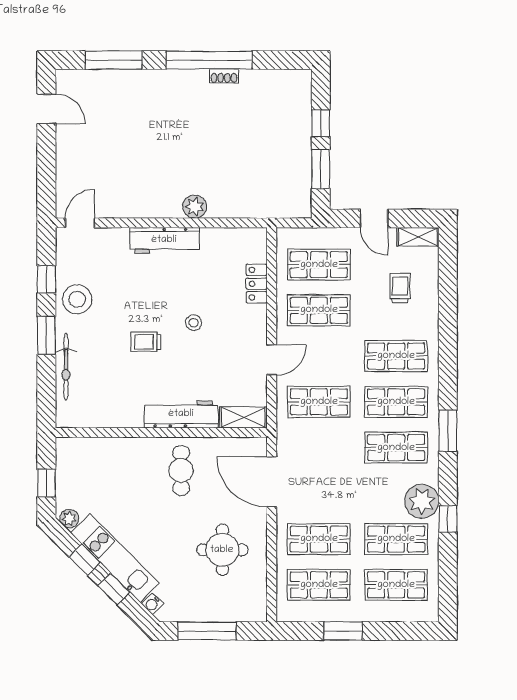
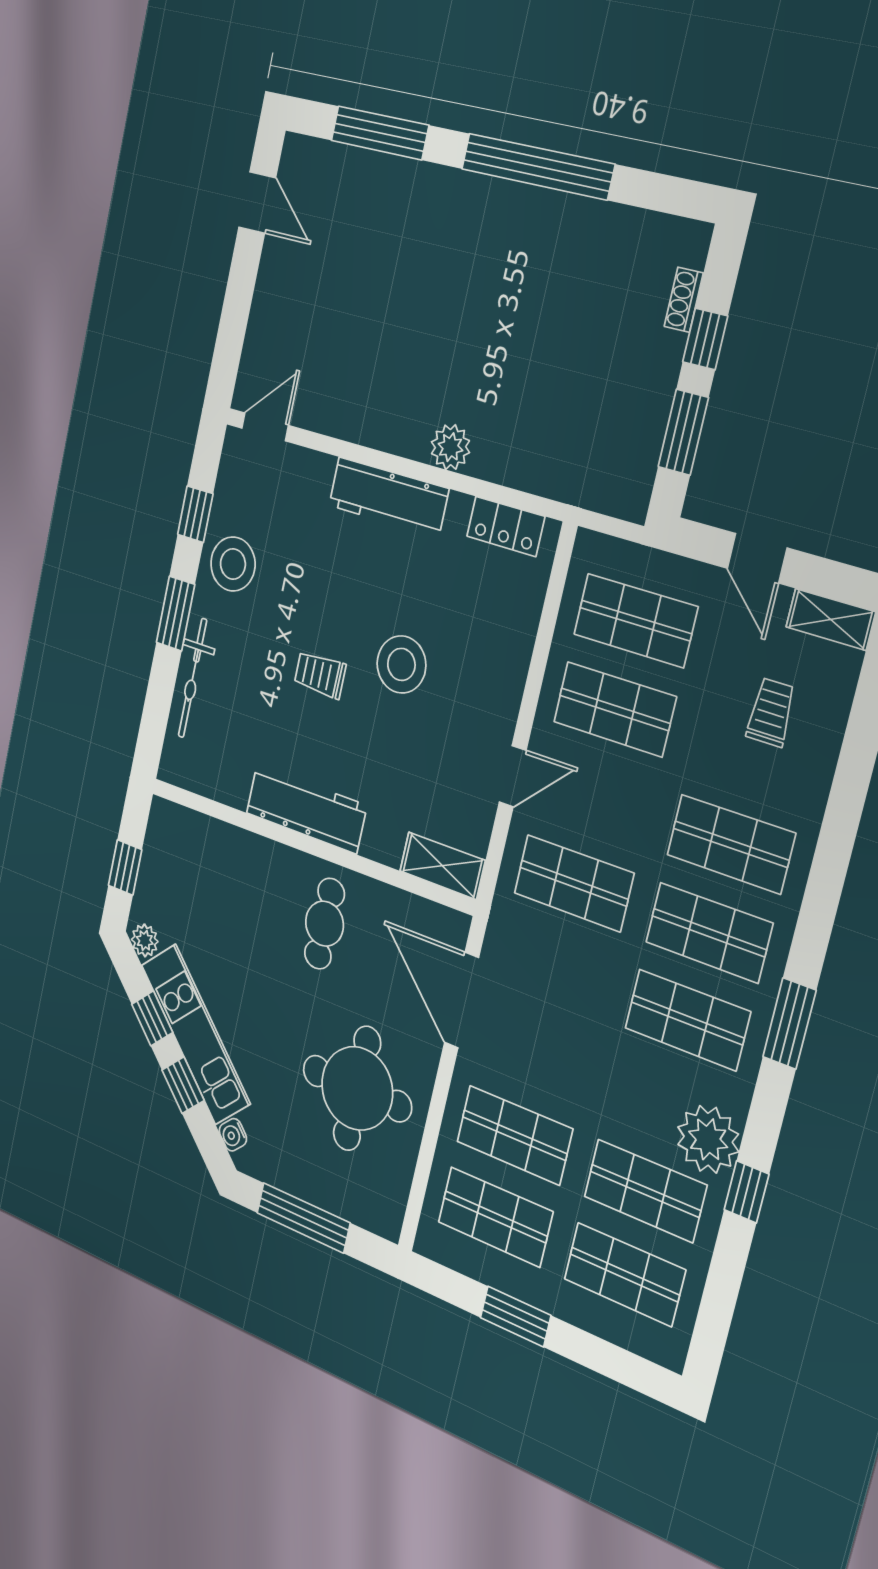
shoe rack: (224, 76) -> (684, 300), moved, turned 90
locker: (257, 284) -> (506, 526), moved, turned -90
stool: (194, 323) -> (401, 664), width x1.89, depth x1.89
workbench: (181, 414) -> (306, 809), moved
round table: (222, 550) -> (357, 1088), width x1.36, depth x1.36

